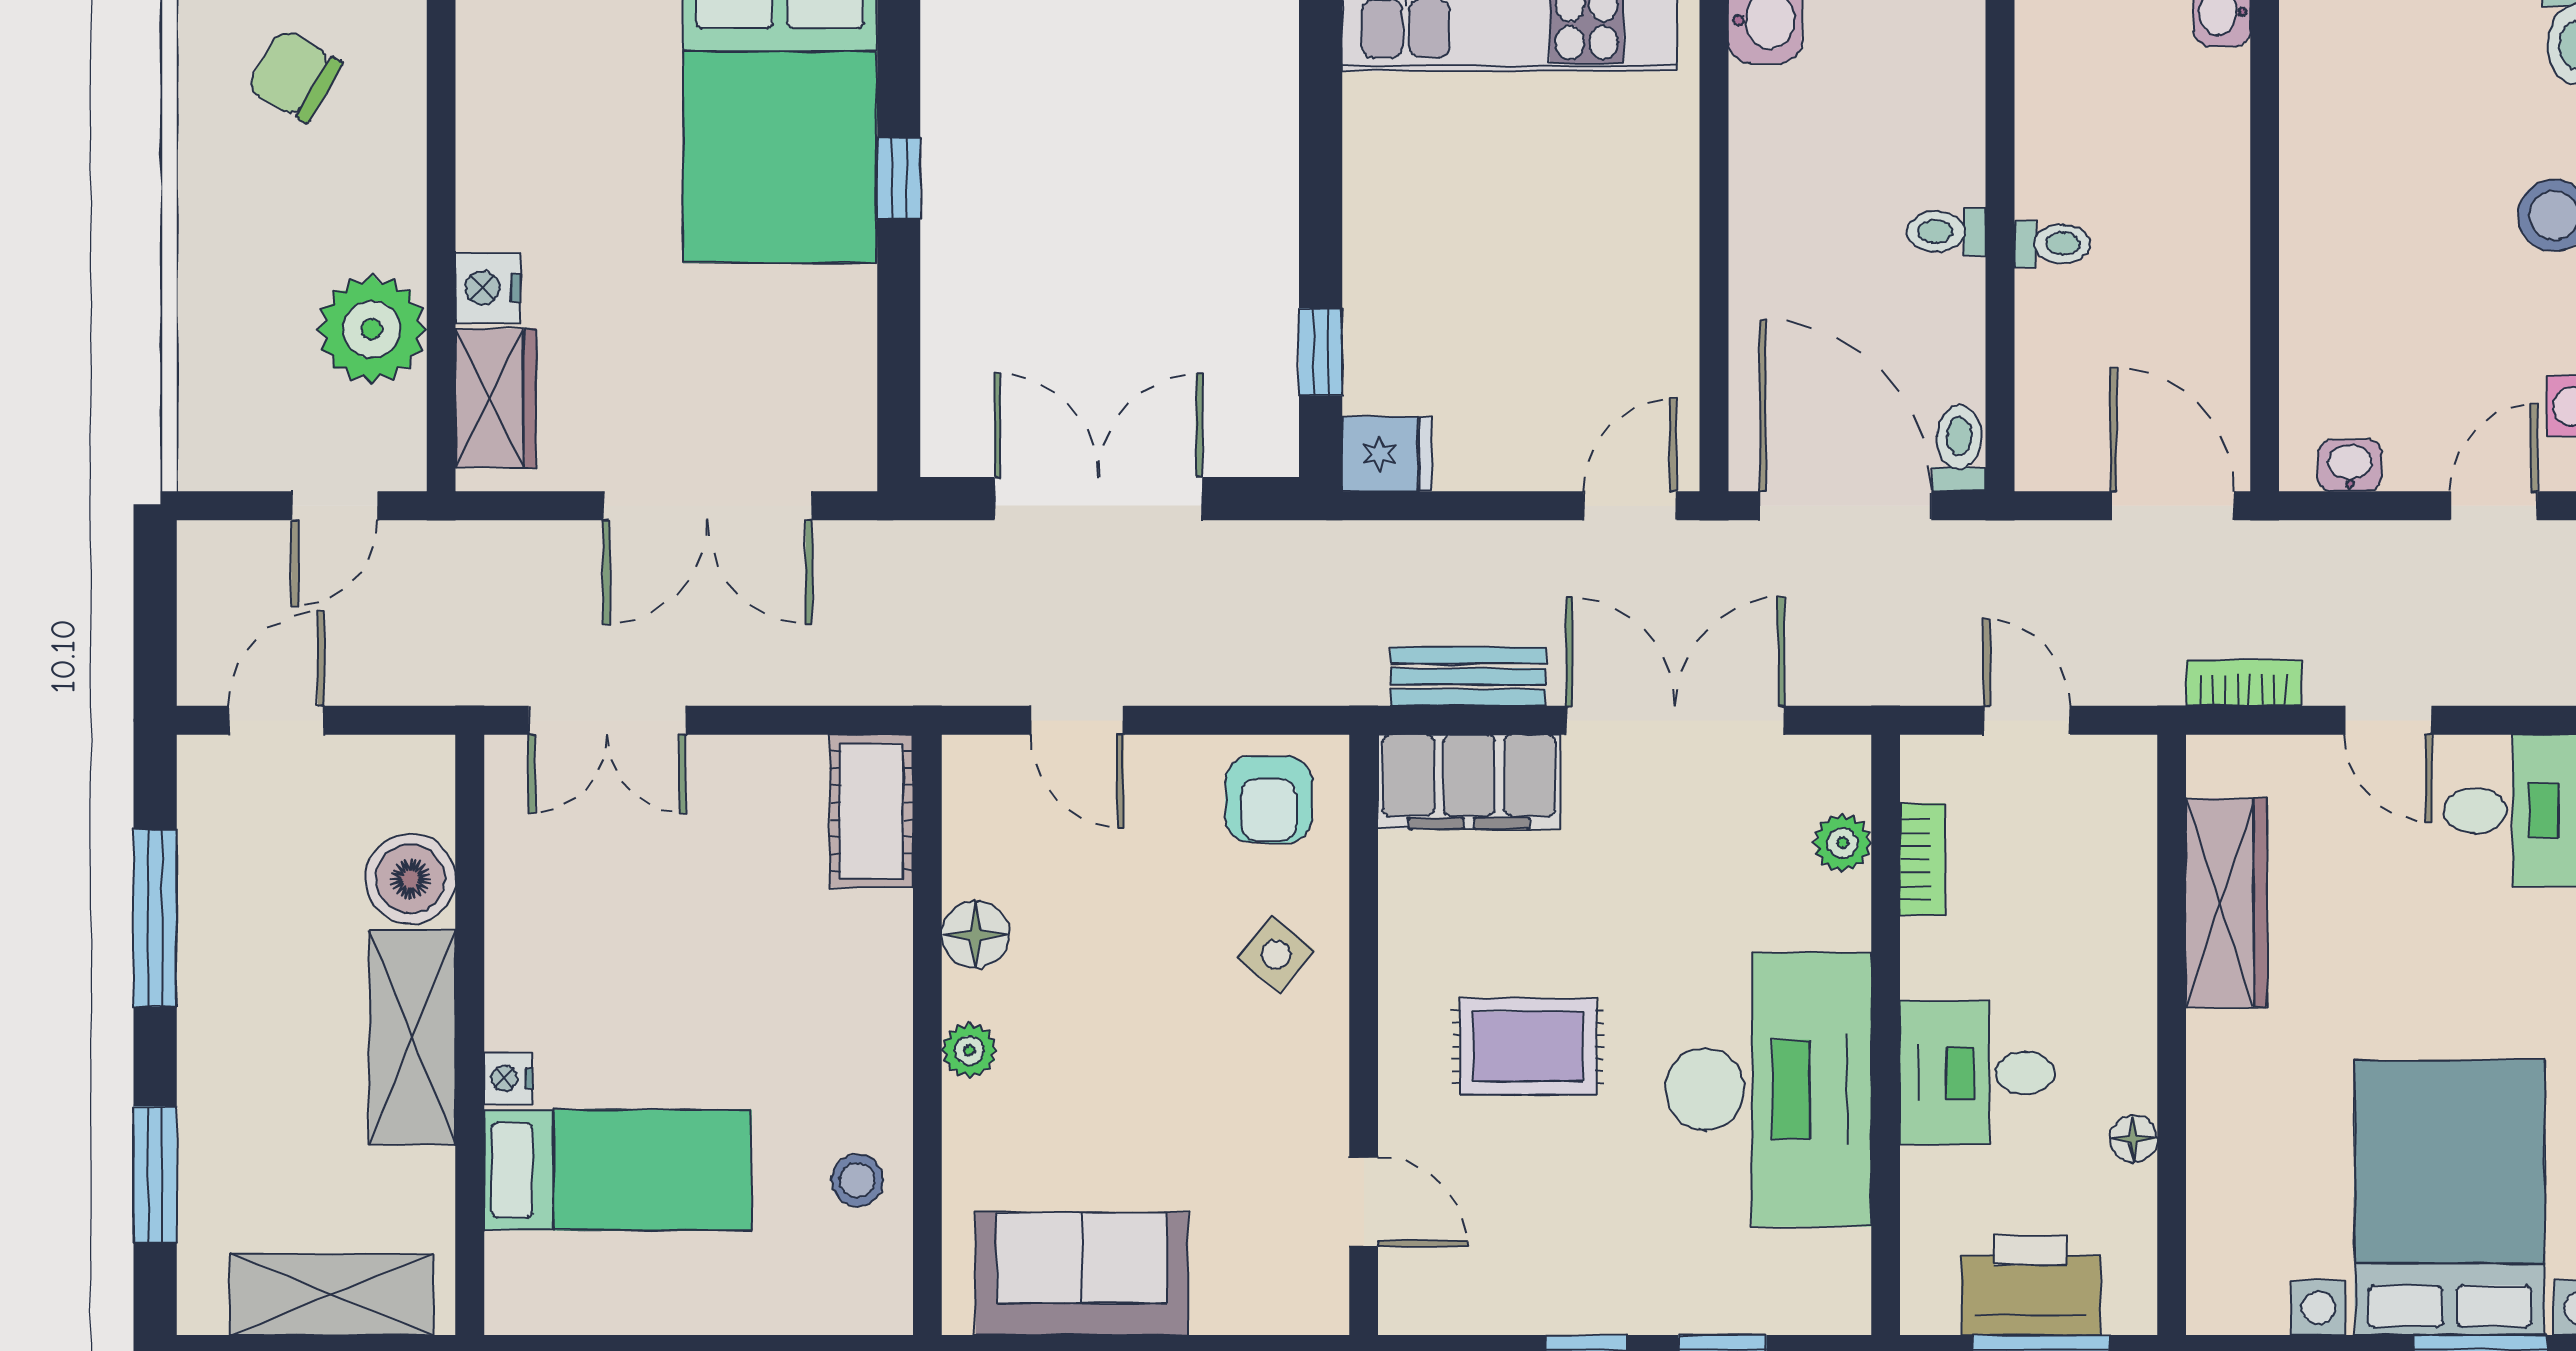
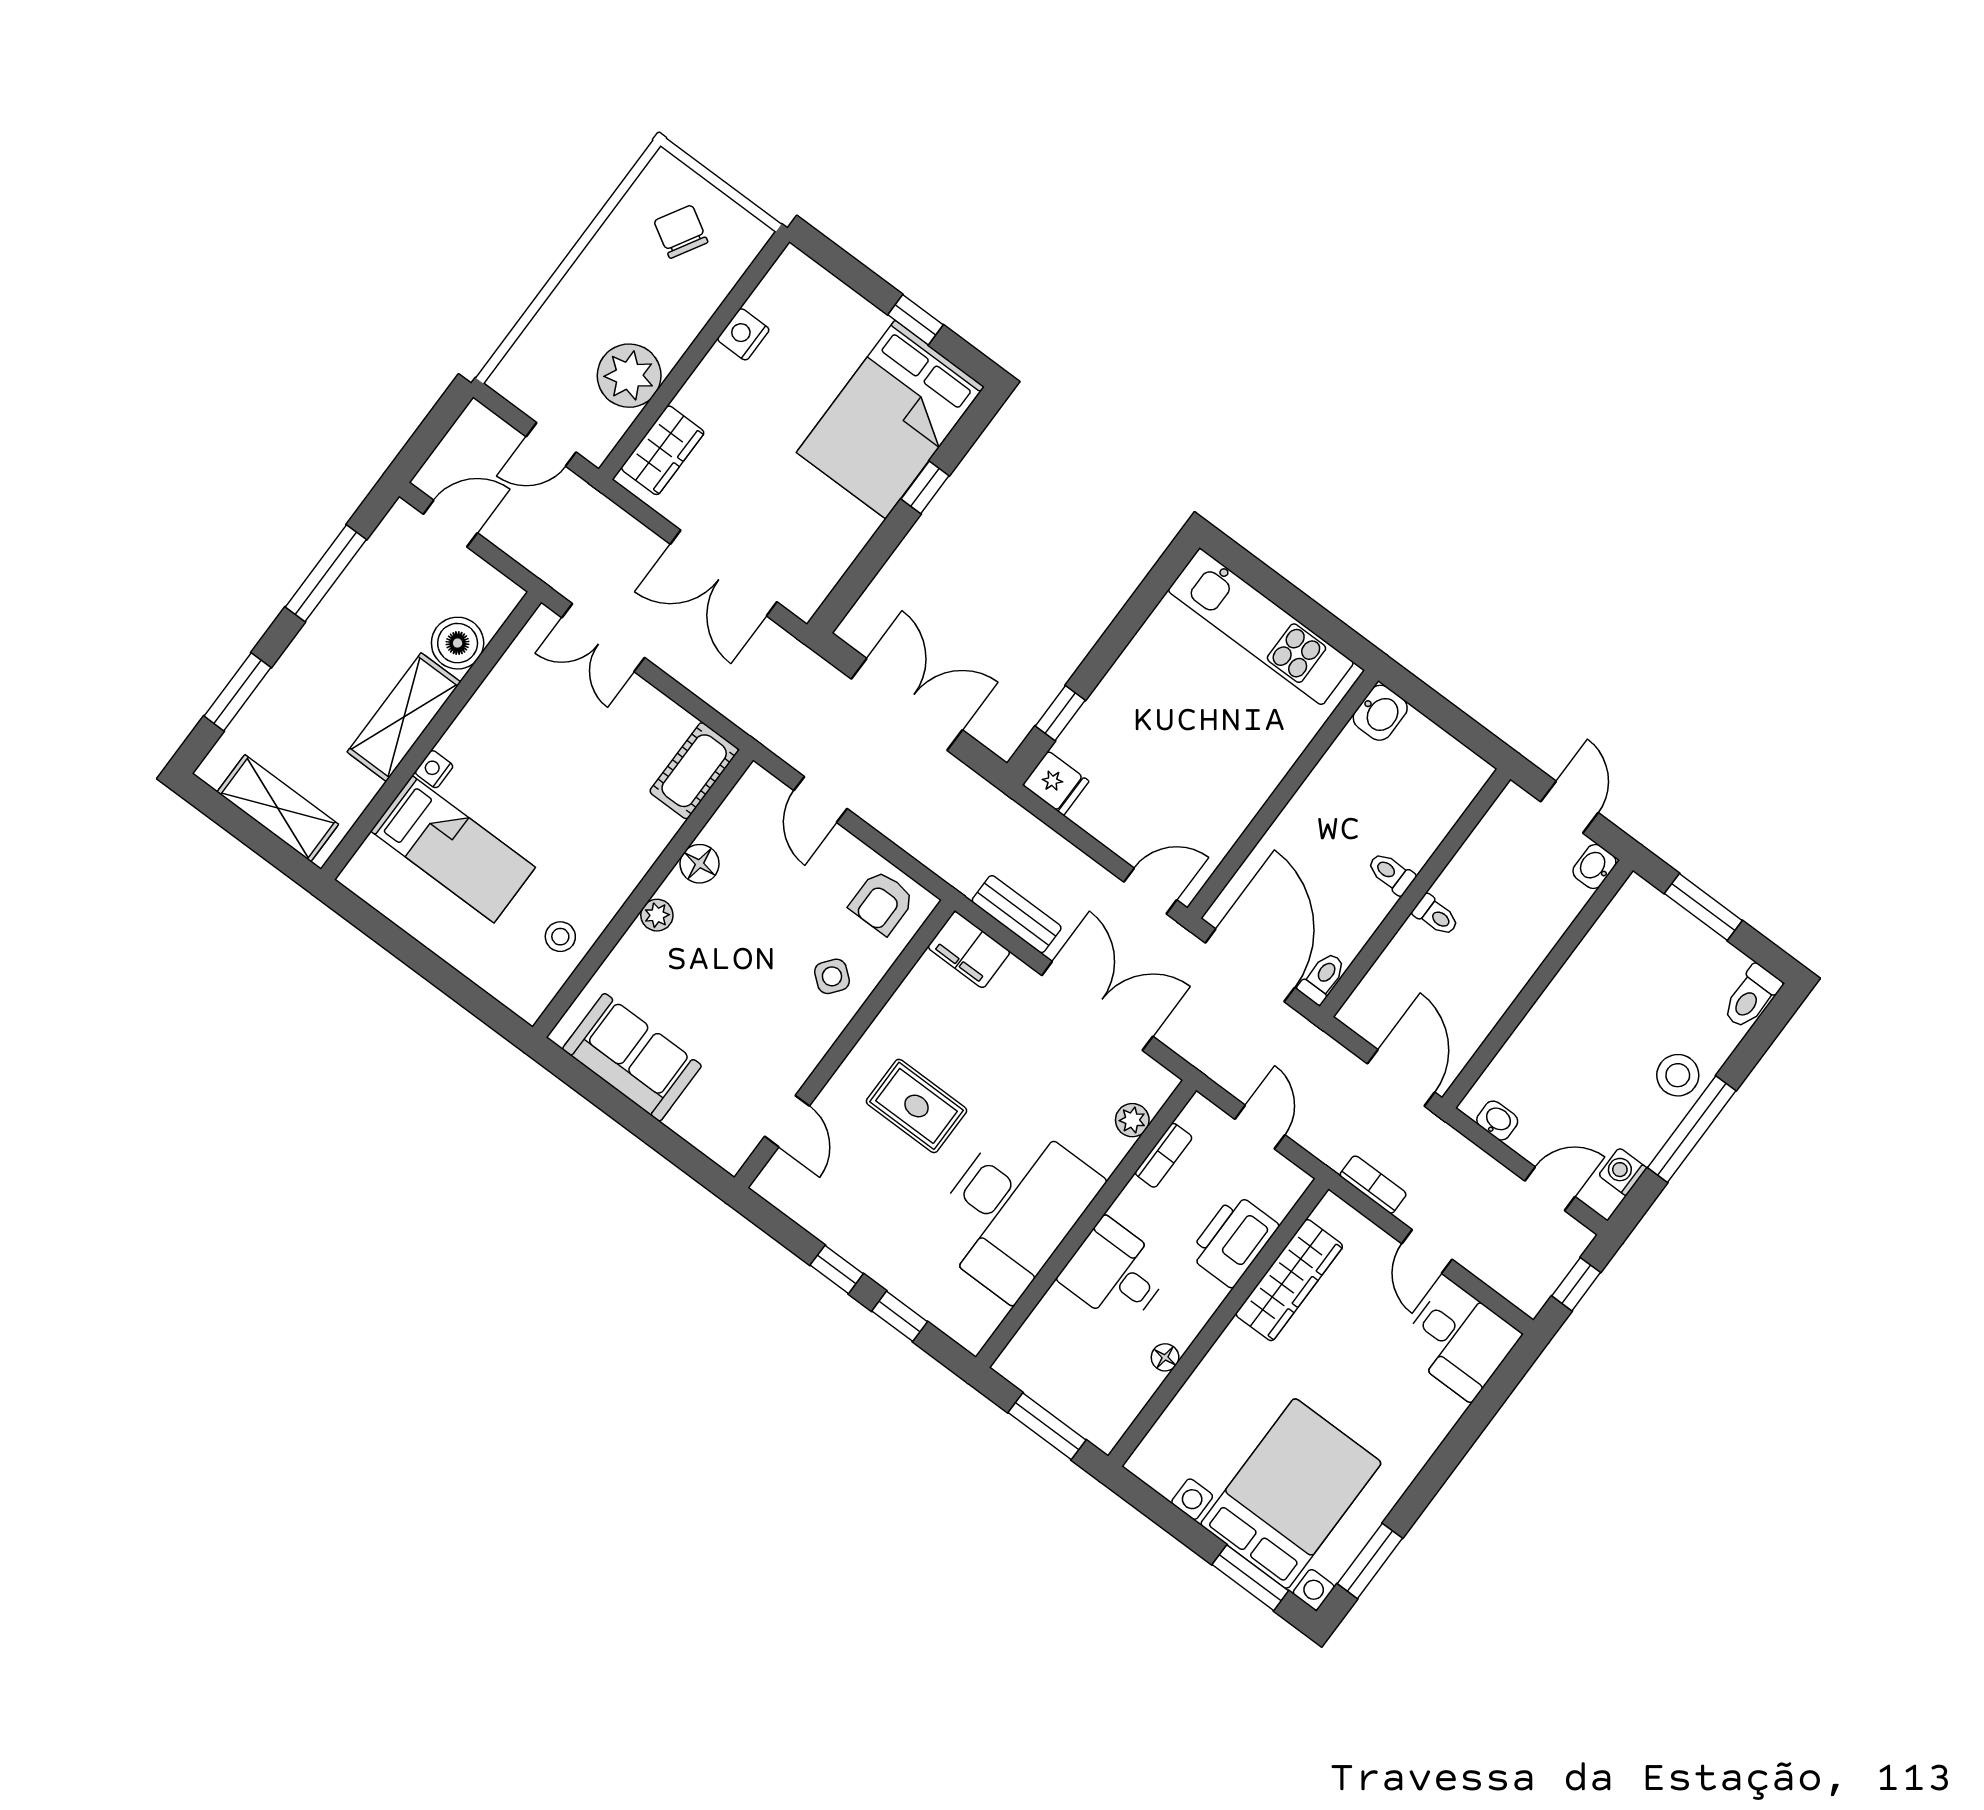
nightstand: (488, 288) -> (743, 334), moved
filing cabinet: (1469, 782) -> (969, 950), width x0.67, depth x0.86
printer: (2031, 1285) -> (1233, 1240), moved, turned -90

